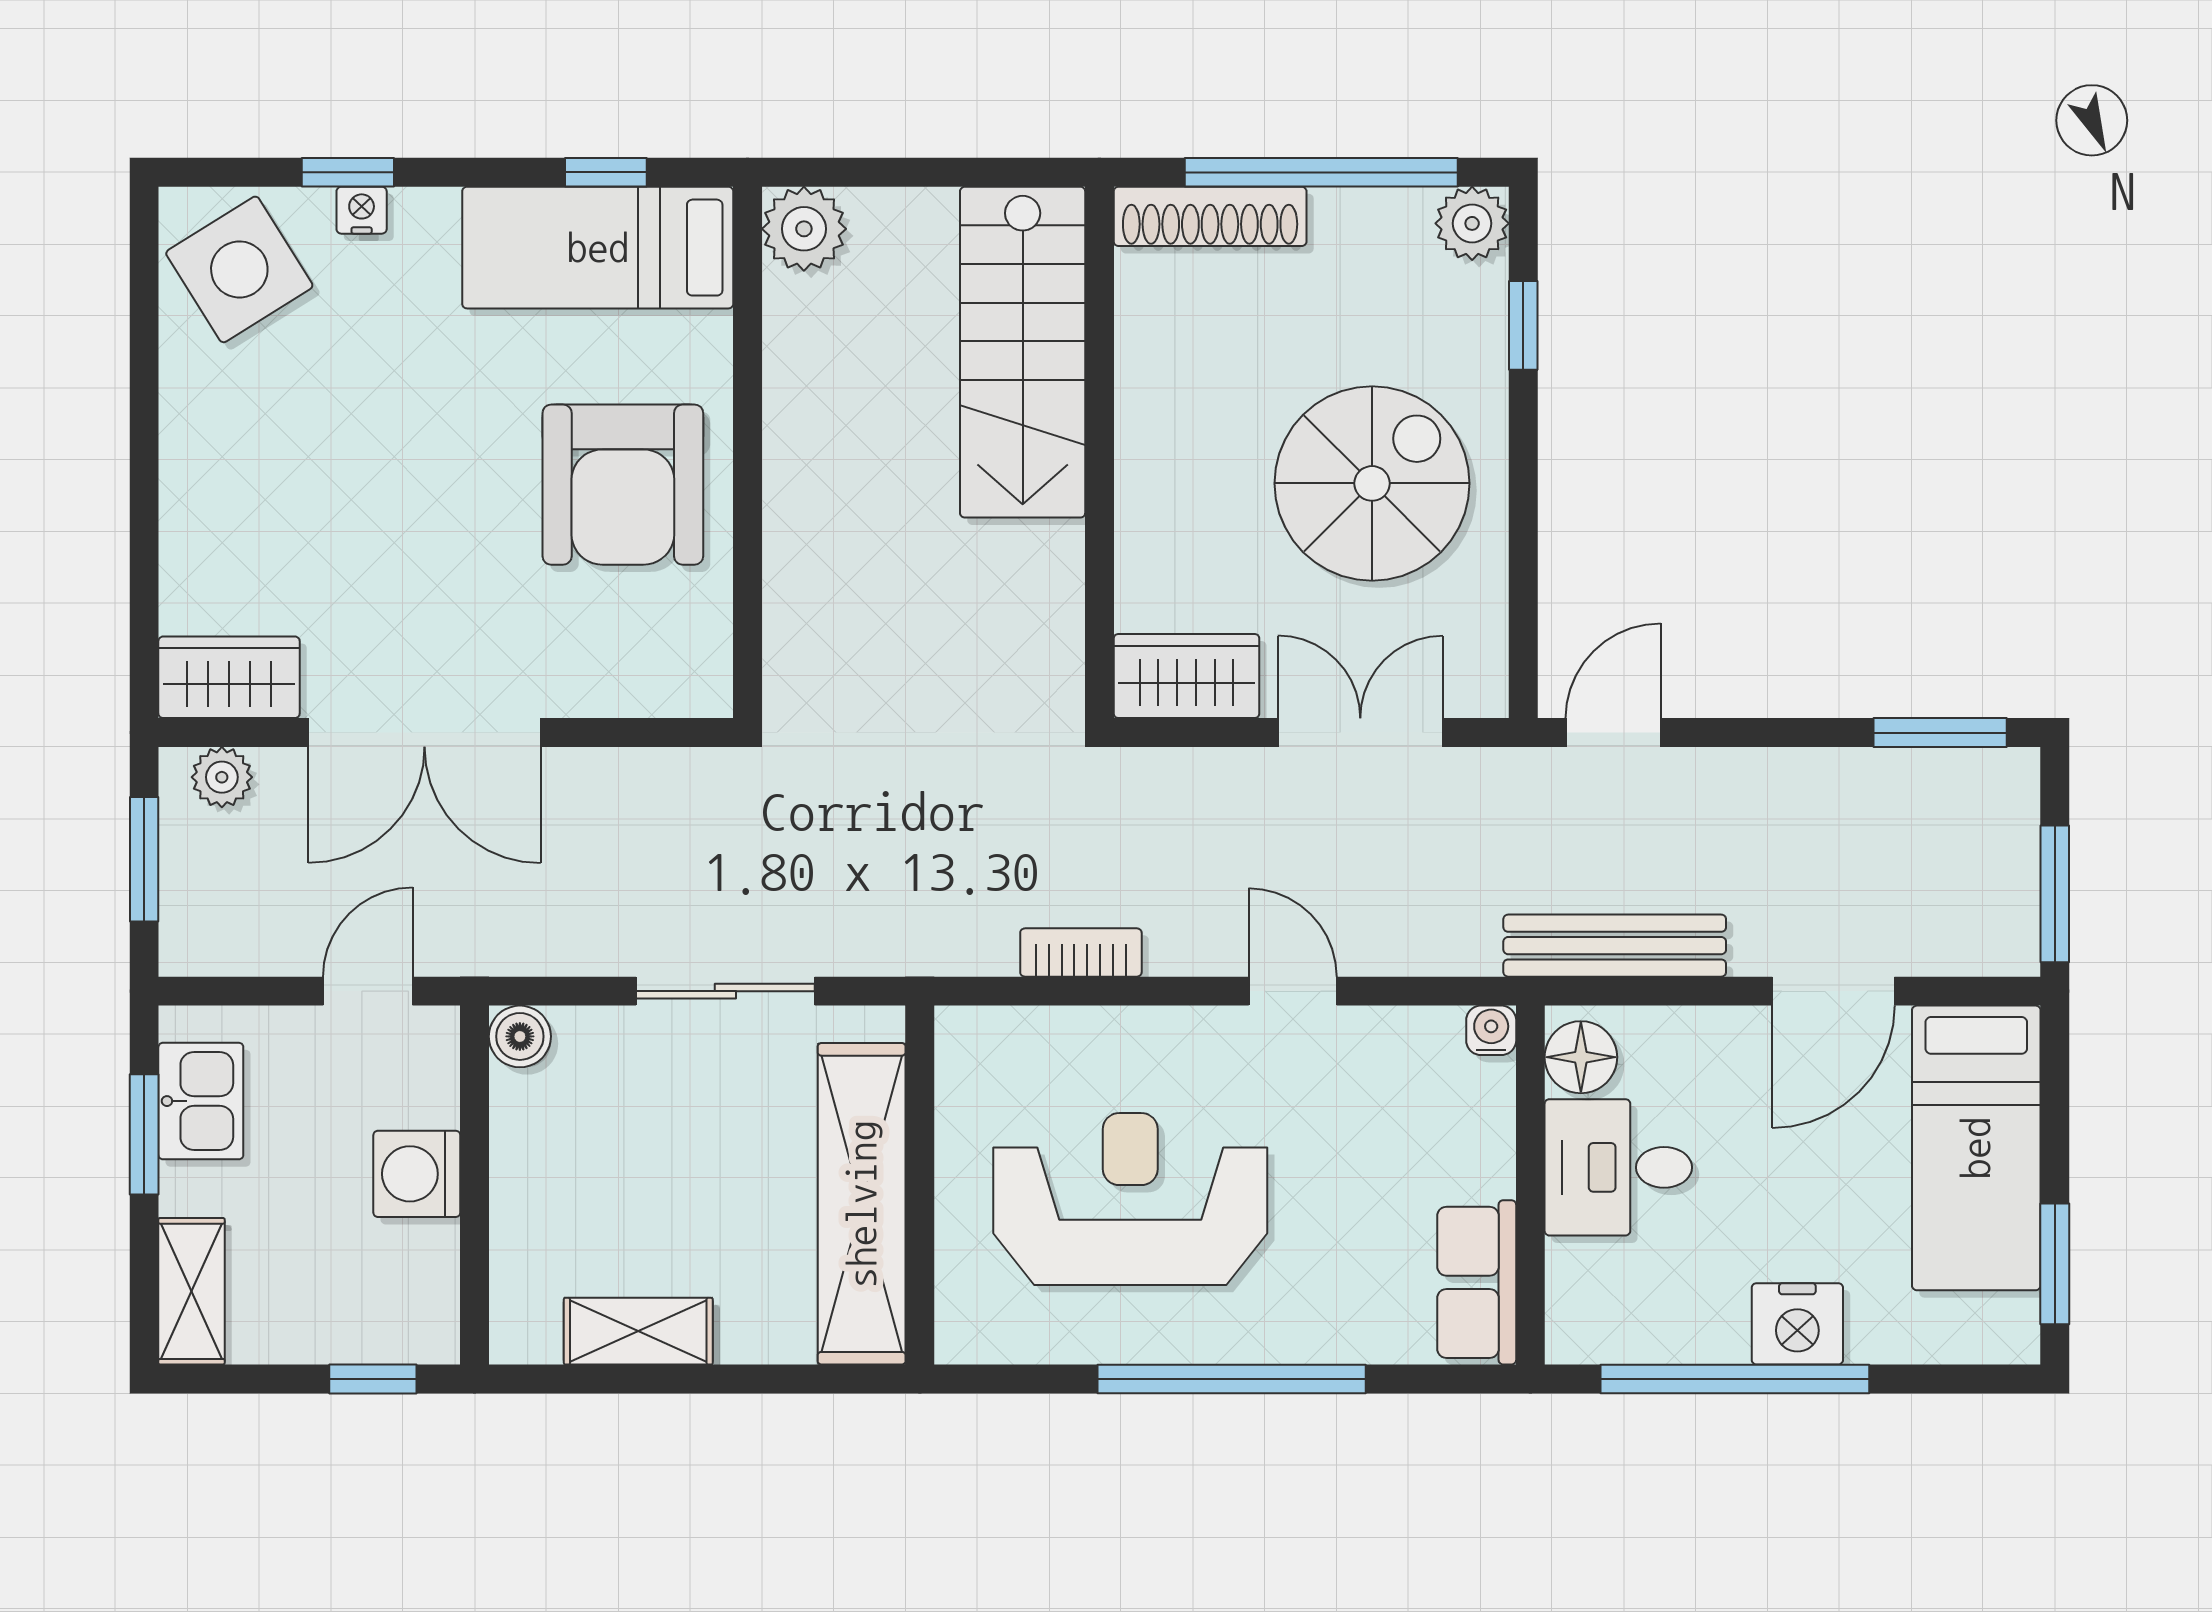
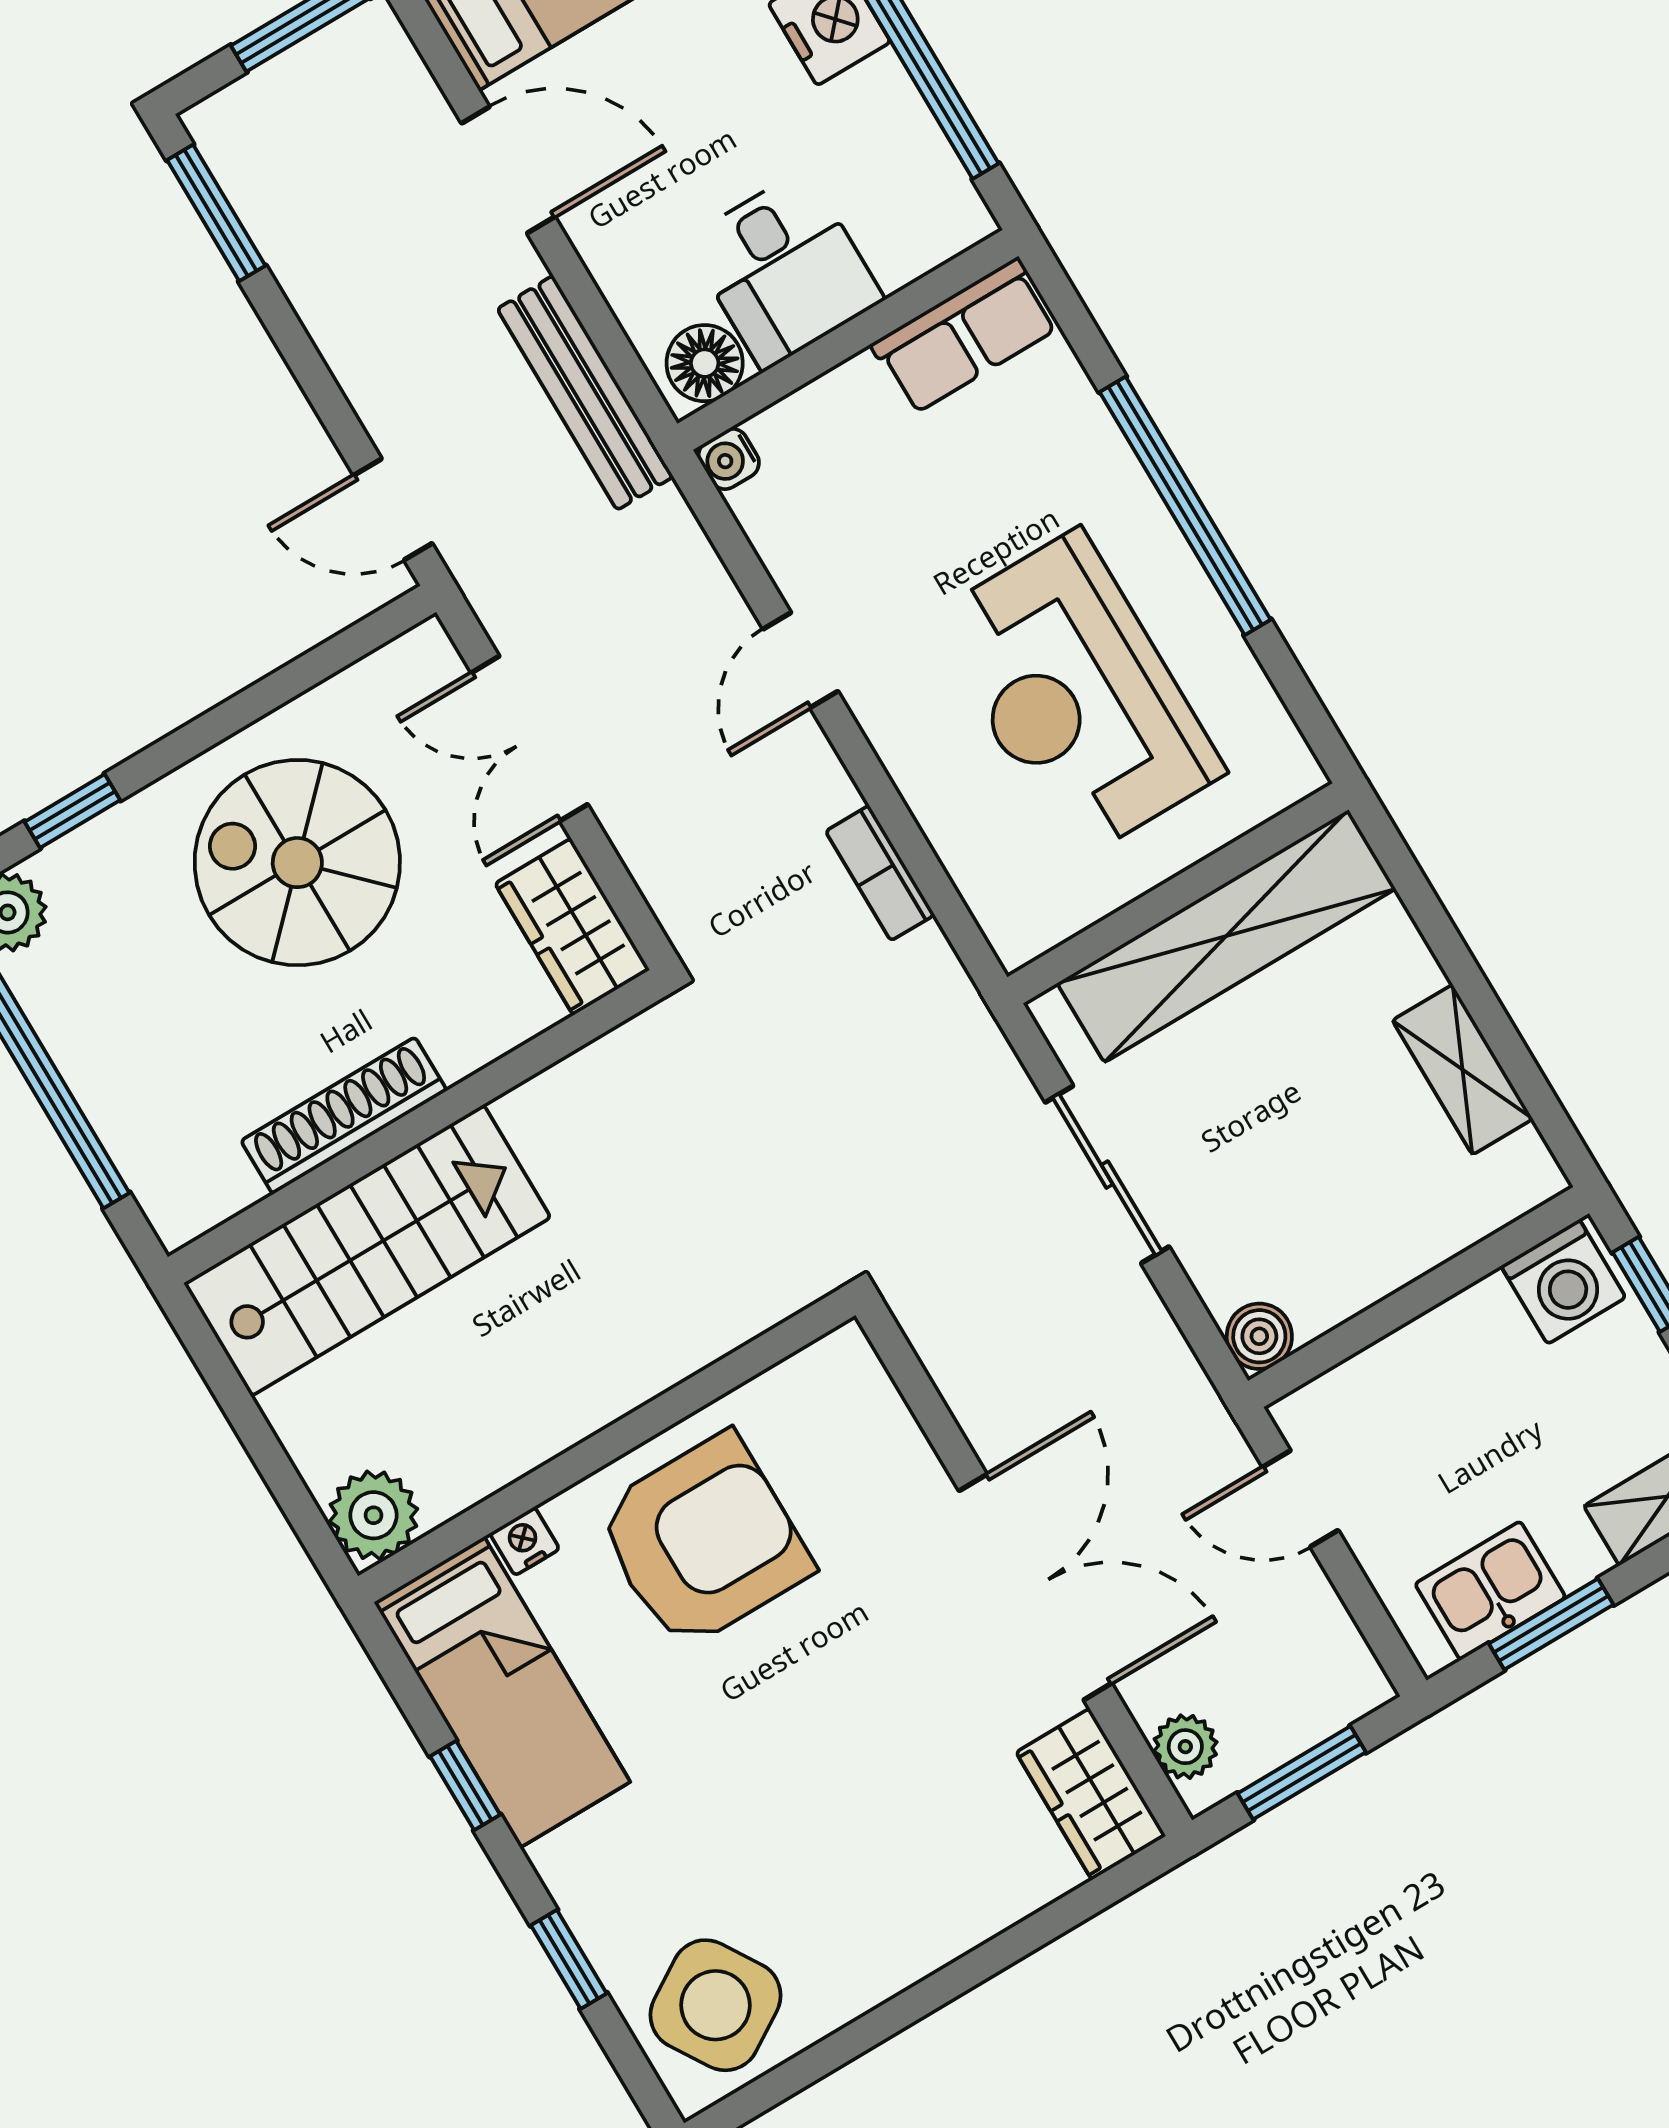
window: (606, 172) -> (465, 1786), moved
nightstand: (362, 210) -> (525, 1541), moved, turned 90
shoe rack: (1210, 216) -> (344, 1116), moved, turned -90
washing machine: (417, 1174) -> (1563, 1282), moved

